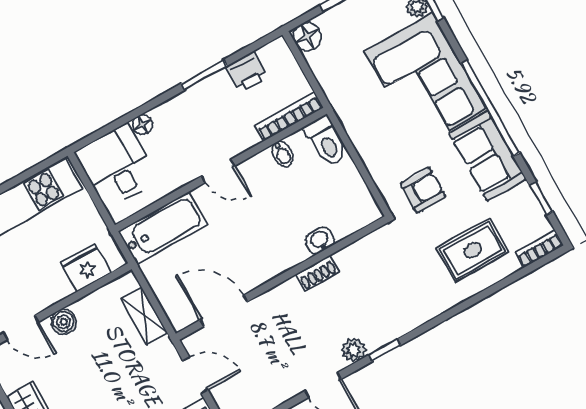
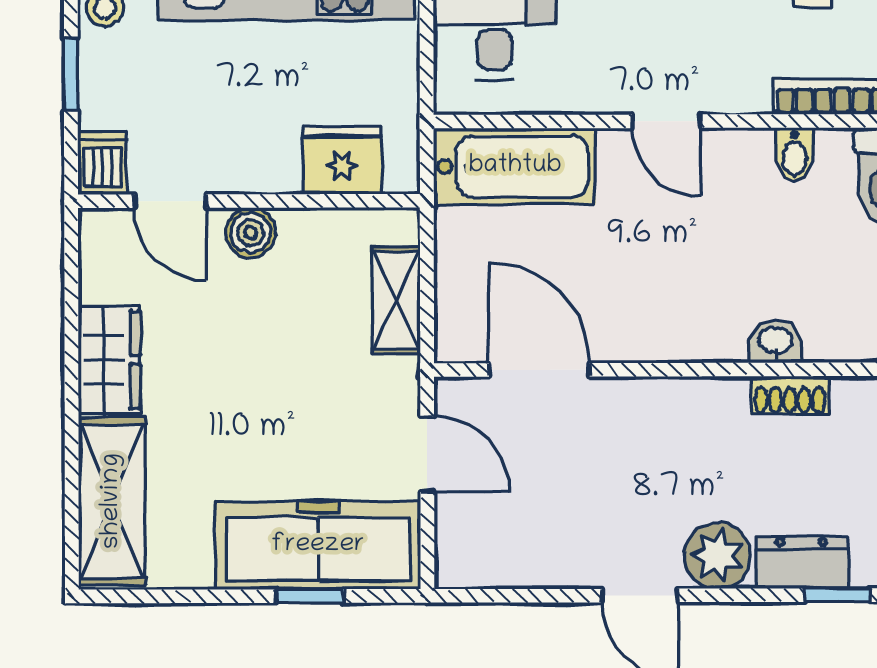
shoe rack: (317, 273) -> (790, 395), moved
dresser: (386, 331) -> (802, 562), added
plant: (353, 350) -> (718, 555), width x1.38, depth x1.38
window: (385, 350) -> (837, 595), moved

